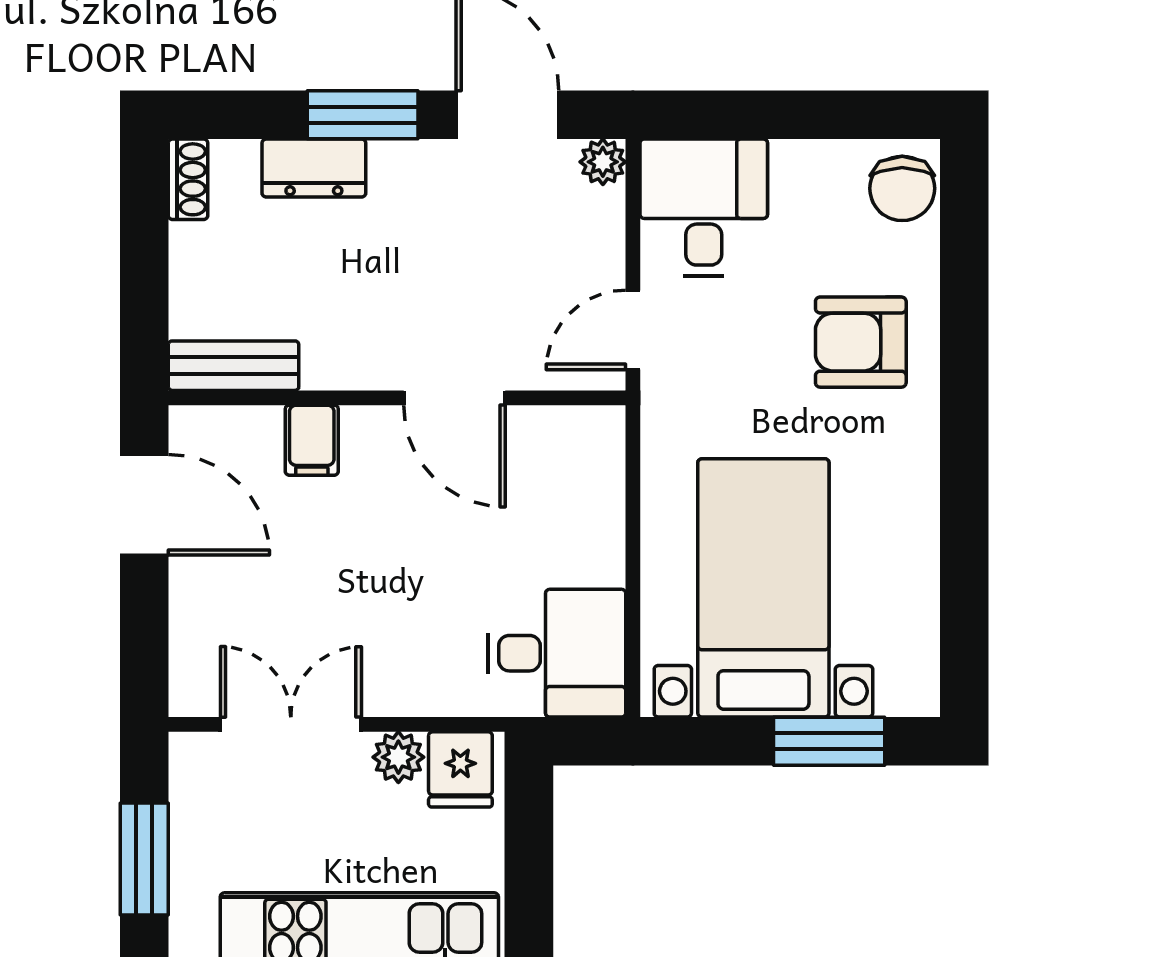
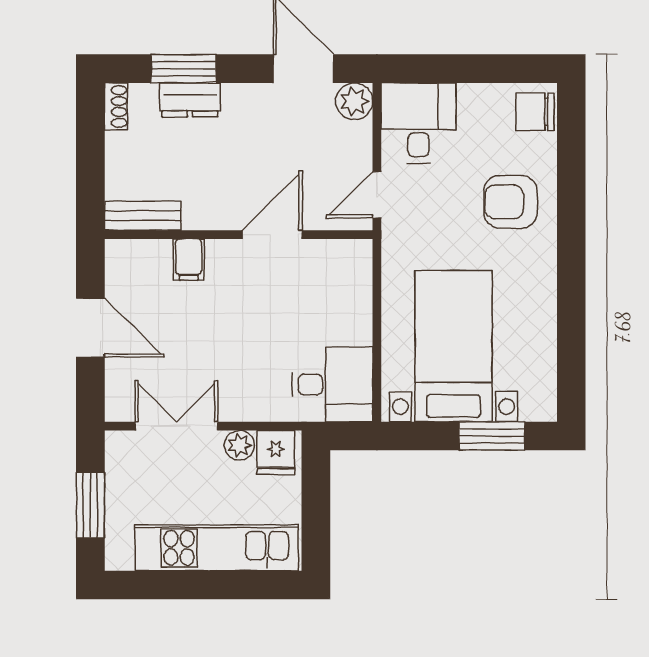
window: (363, 115) -> (184, 69), moved
plant: (603, 162) -> (354, 101), width x1.38, depth x1.38
chair: (902, 188) -> (535, 112), turned 90
door: (454, 398) -> (272, 235), swing flipped
door: (144, 505) -> (90, 328), moved

